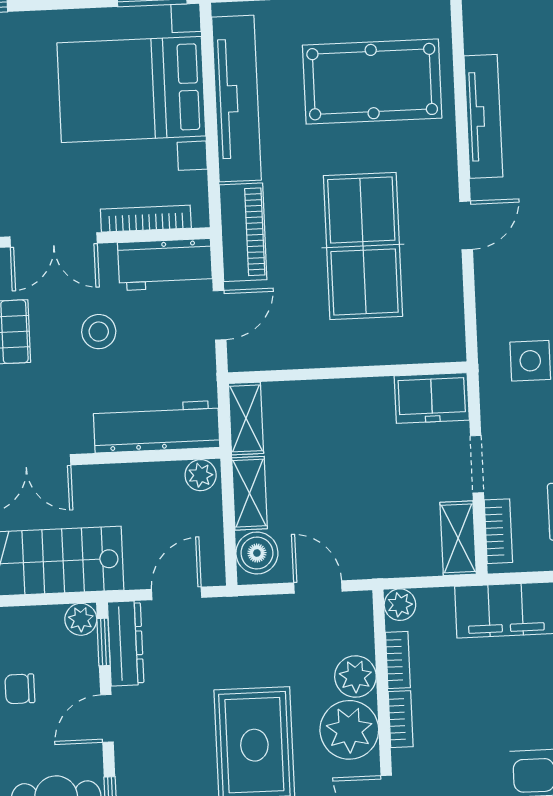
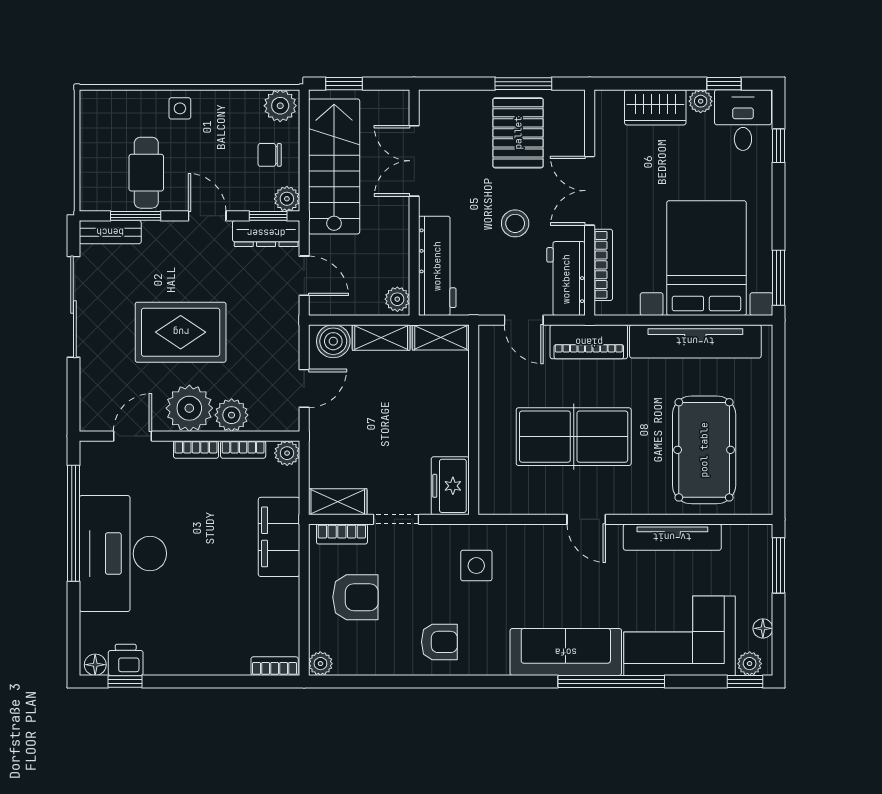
chair: (20, 689) -> (270, 155), moved, turned -90

